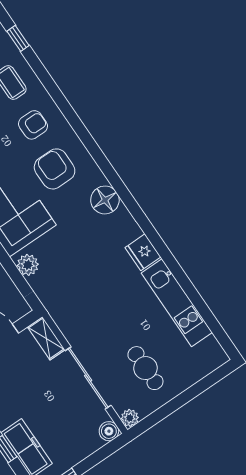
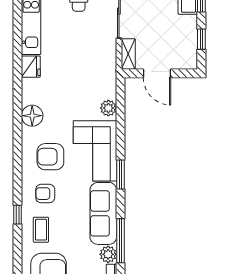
window: (18, 38) -> (18, 215), moved
armchair: (55, 169) -> (50, 157), turned 90

